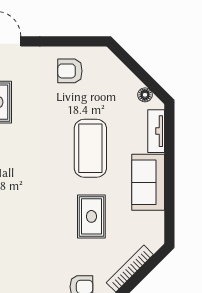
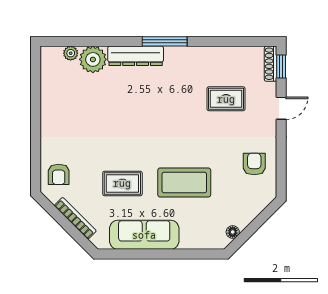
tv unit: (156, 131) -> (200, 242), removed
sofa: (148, 182) -> (144, 235), width x1.36

